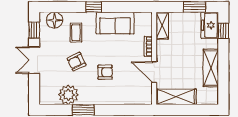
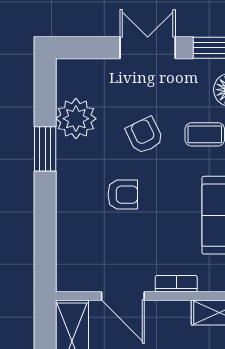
armchair: (105, 72) -> (123, 195), turned -90
door: (154, 72) -> (123, 296), swing flipped

